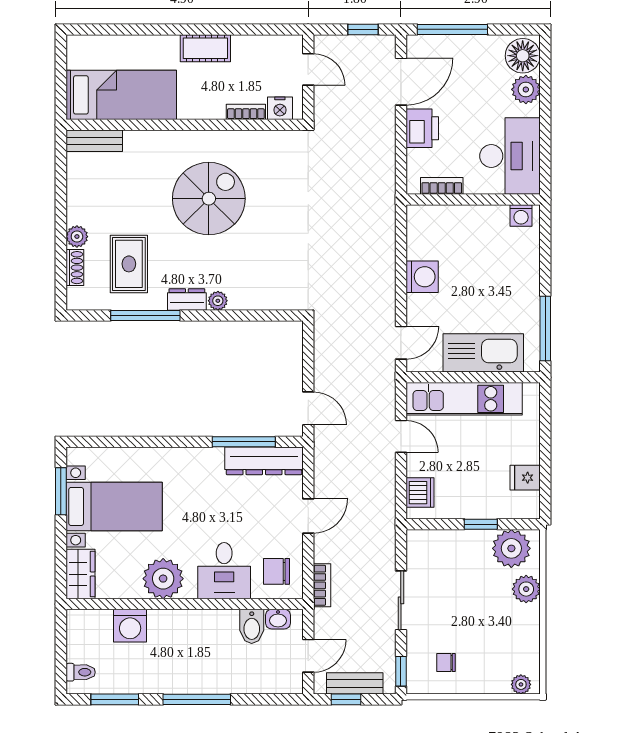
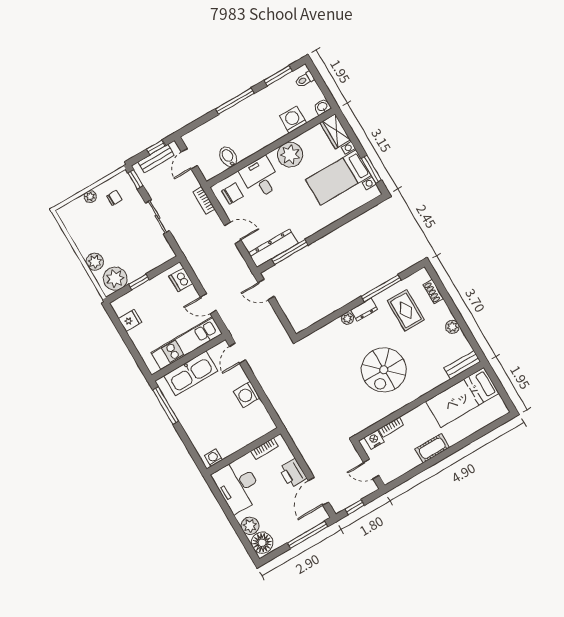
plant: (77, 237) -> (452, 327), moved
door: (308, 516) -> (233, 233), swing flipped
washbasin: (278, 619) -> (322, 107), moved
plant: (521, 684) -> (90, 197), moved

